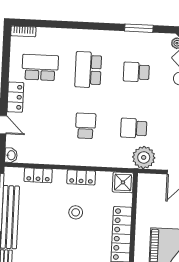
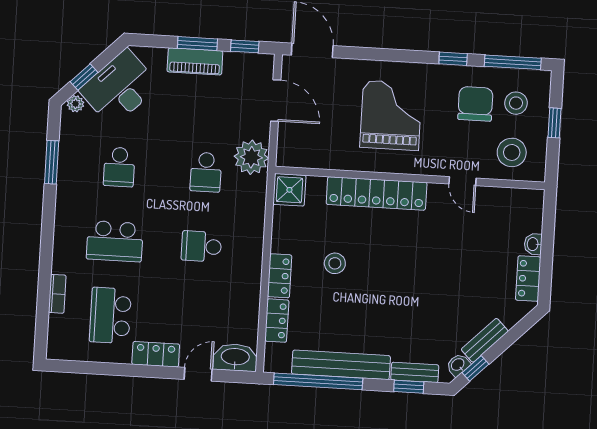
bookcase: (23, 31) -> (57, 294), moved
washbasin: (11, 155) -> (235, 357), width x1.91, depth x1.45
locker: (81, 177) -> (280, 276), moved

